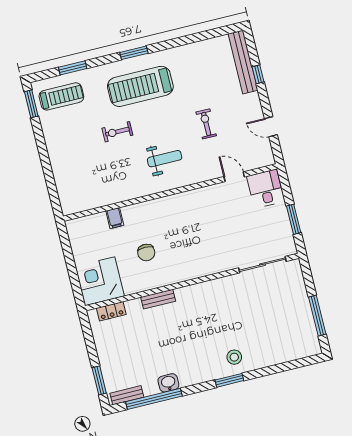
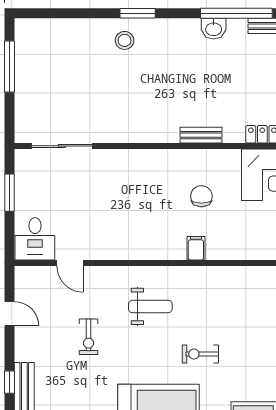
exercise bike: (117, 132) -> (200, 354), turned 180
weight bench: (165, 159) -> (150, 306), turned 180
filing cabinet: (115, 218) -> (196, 248), moved

